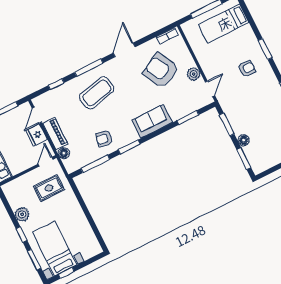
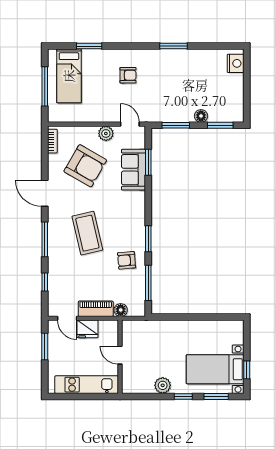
window: (265, 49) -> (89, 46), moved
armchair: (247, 69) -> (128, 75), turned 90
armchair: (161, 71) -> (85, 166), turned -122
coffee table: (97, 93) -> (87, 233), moved
sofa: (152, 121) -> (133, 170), moved
armchair: (104, 139) -> (127, 260), turned 74
door: (46, 162) -> (120, 355), moved
rug: (49, 188) -> (149, 344), removed

